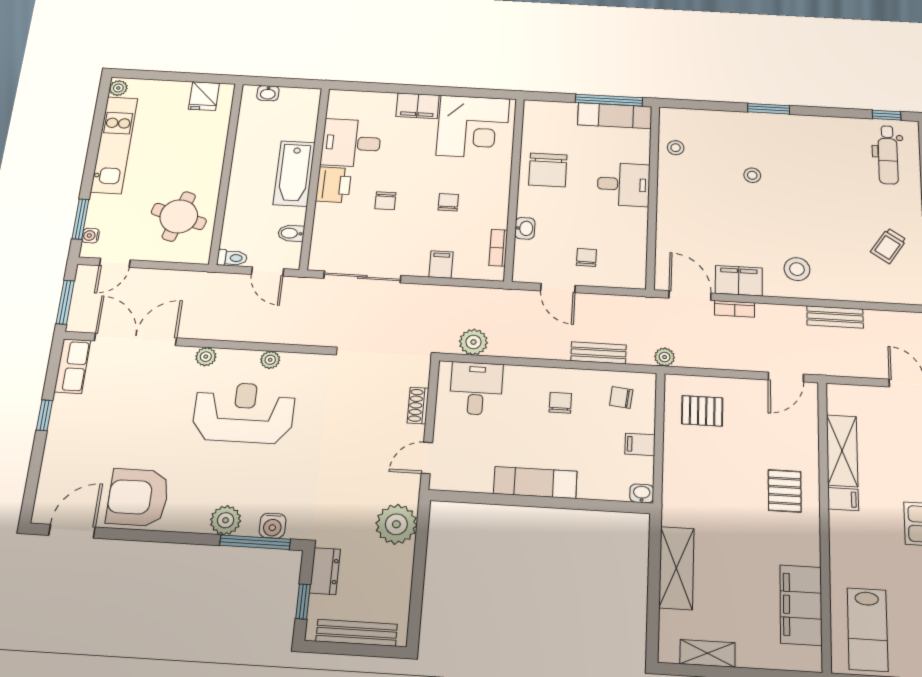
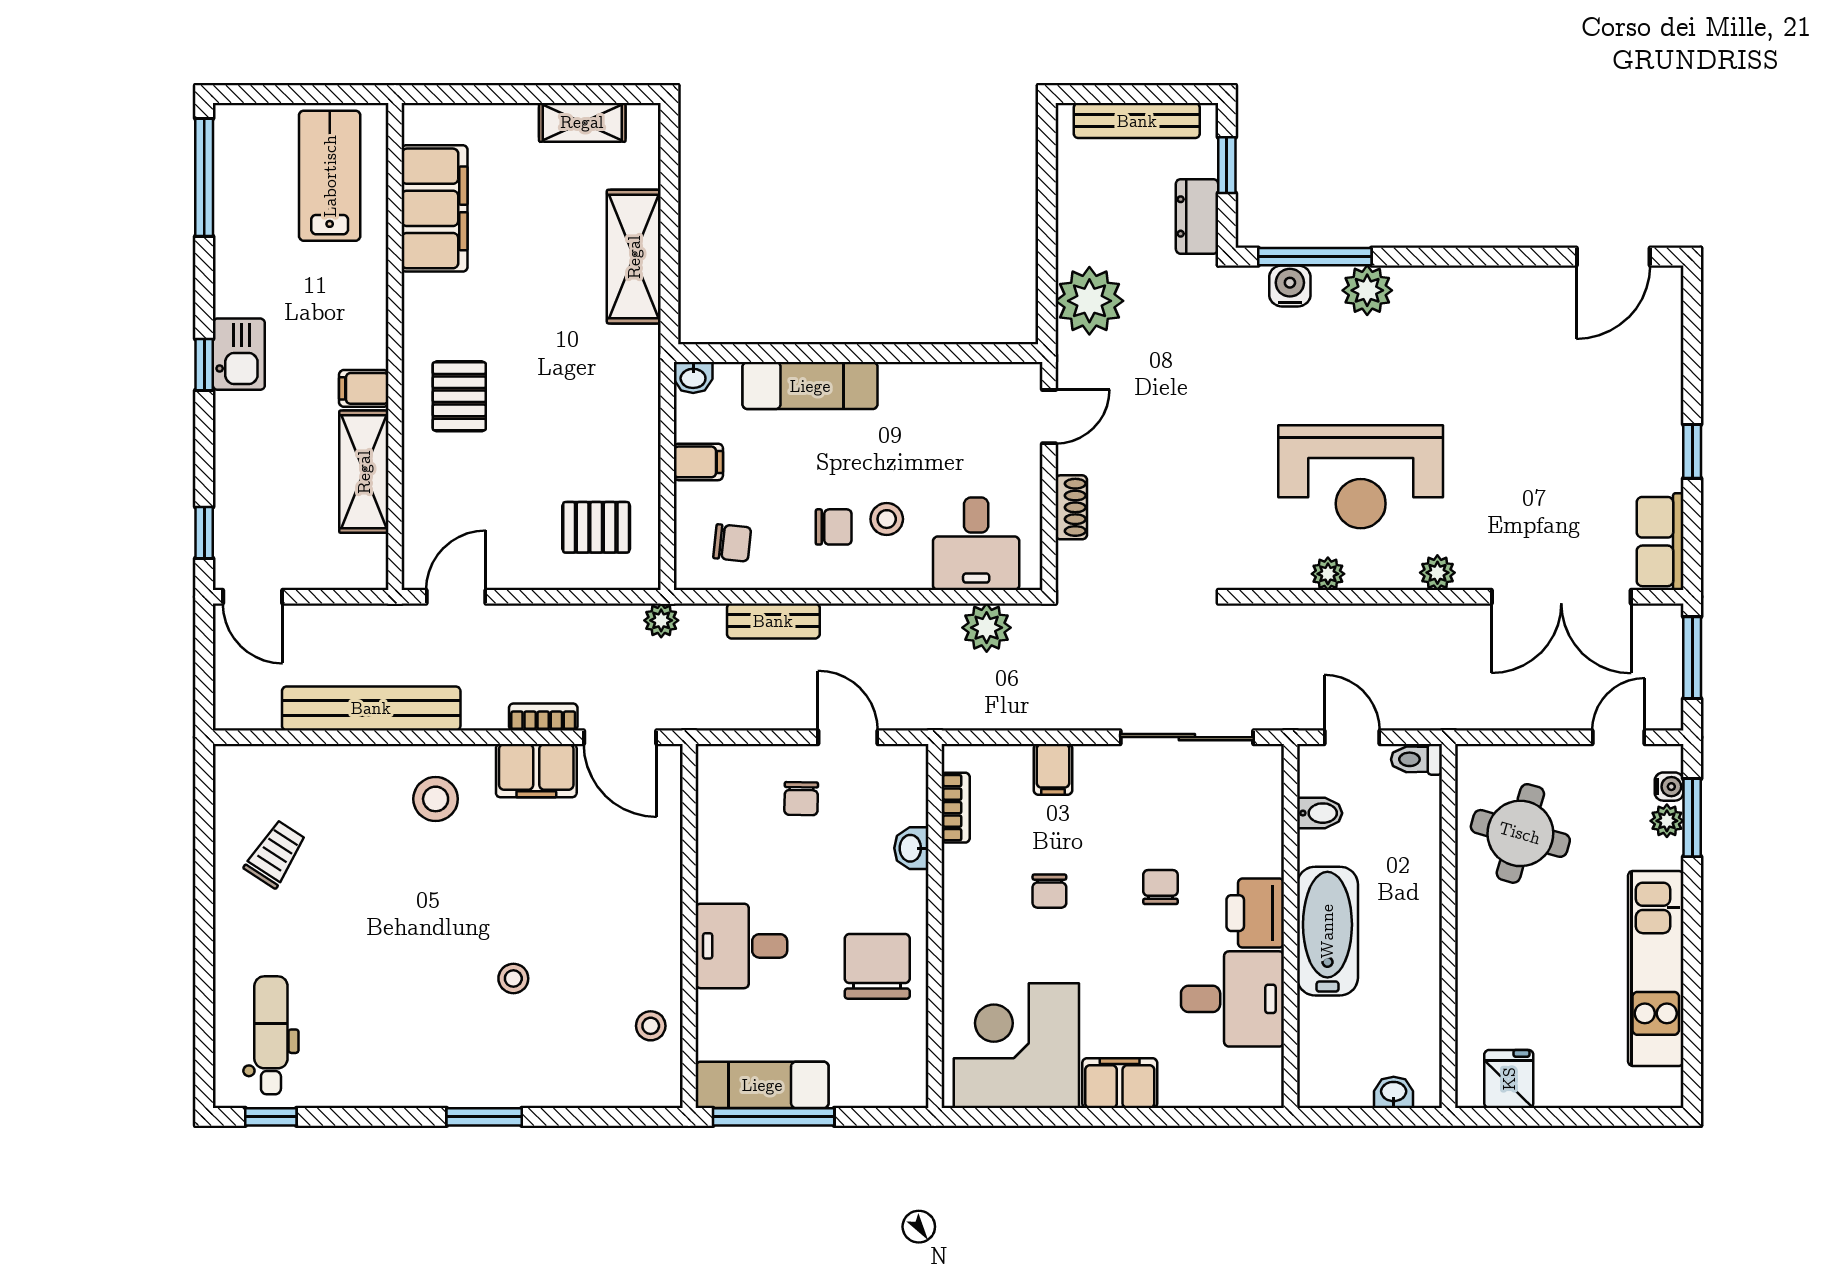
plant: (118, 88) -> (1667, 821), moved
bench: (835, 317) -> (371, 708), width x1.86, depth x1.21
chair: (560, 403) -> (834, 527), turned -90
stool: (528, 405) -> (887, 519), added
exam couch: (535, 482) -> (810, 386), moved
armchair: (138, 497) -> (1515, 320), removed

